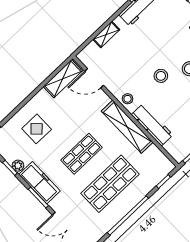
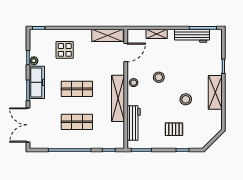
stool: (161, 76) -> (159, 77), moved
door: (94, 78) -> (126, 52), swing flipped
workbench: (152, 125) -> (134, 123), moved
shop shelf: (110, 184) -> (77, 122), width x0.70, depth x0.74

